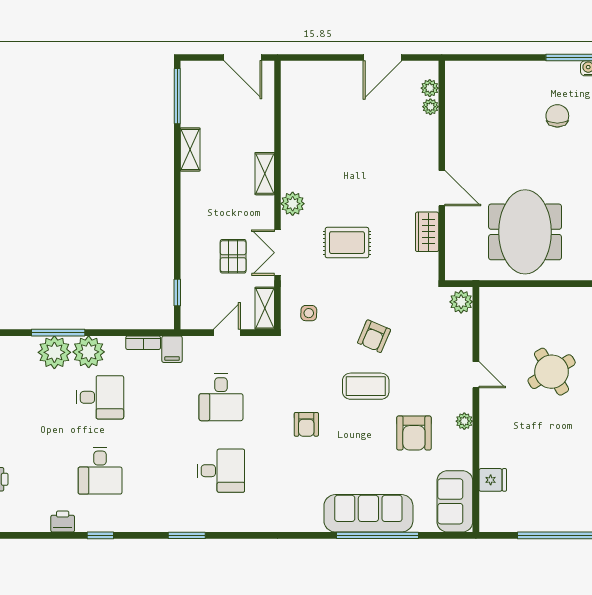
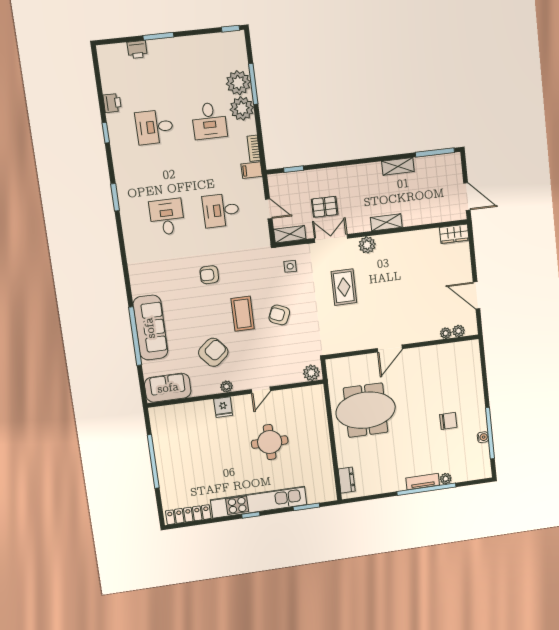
door: (243, 57) -> (467, 196), swing flipped
wardrobe: (427, 232) -> (454, 234), moved, turned 180
round table: (552, 372) -> (270, 442), turned 31
armchair: (414, 433) -> (213, 352), turned 140
desk: (221, 471) -> (167, 217), turned 180
fridge: (493, 480) -> (223, 407), moved

